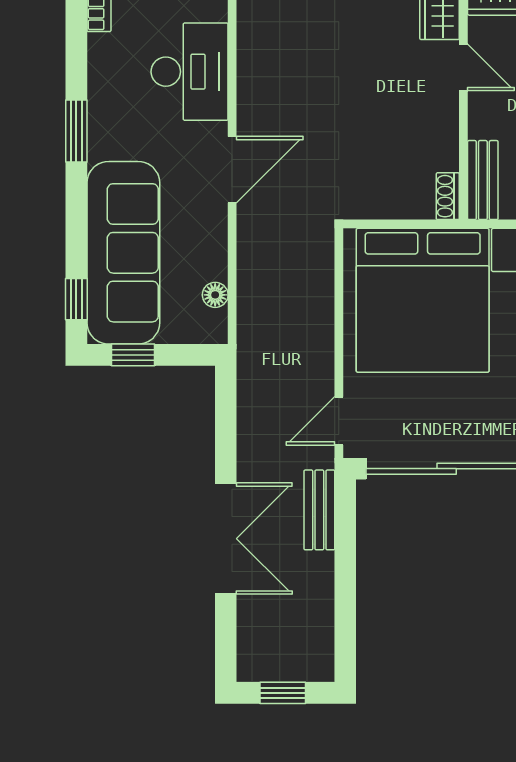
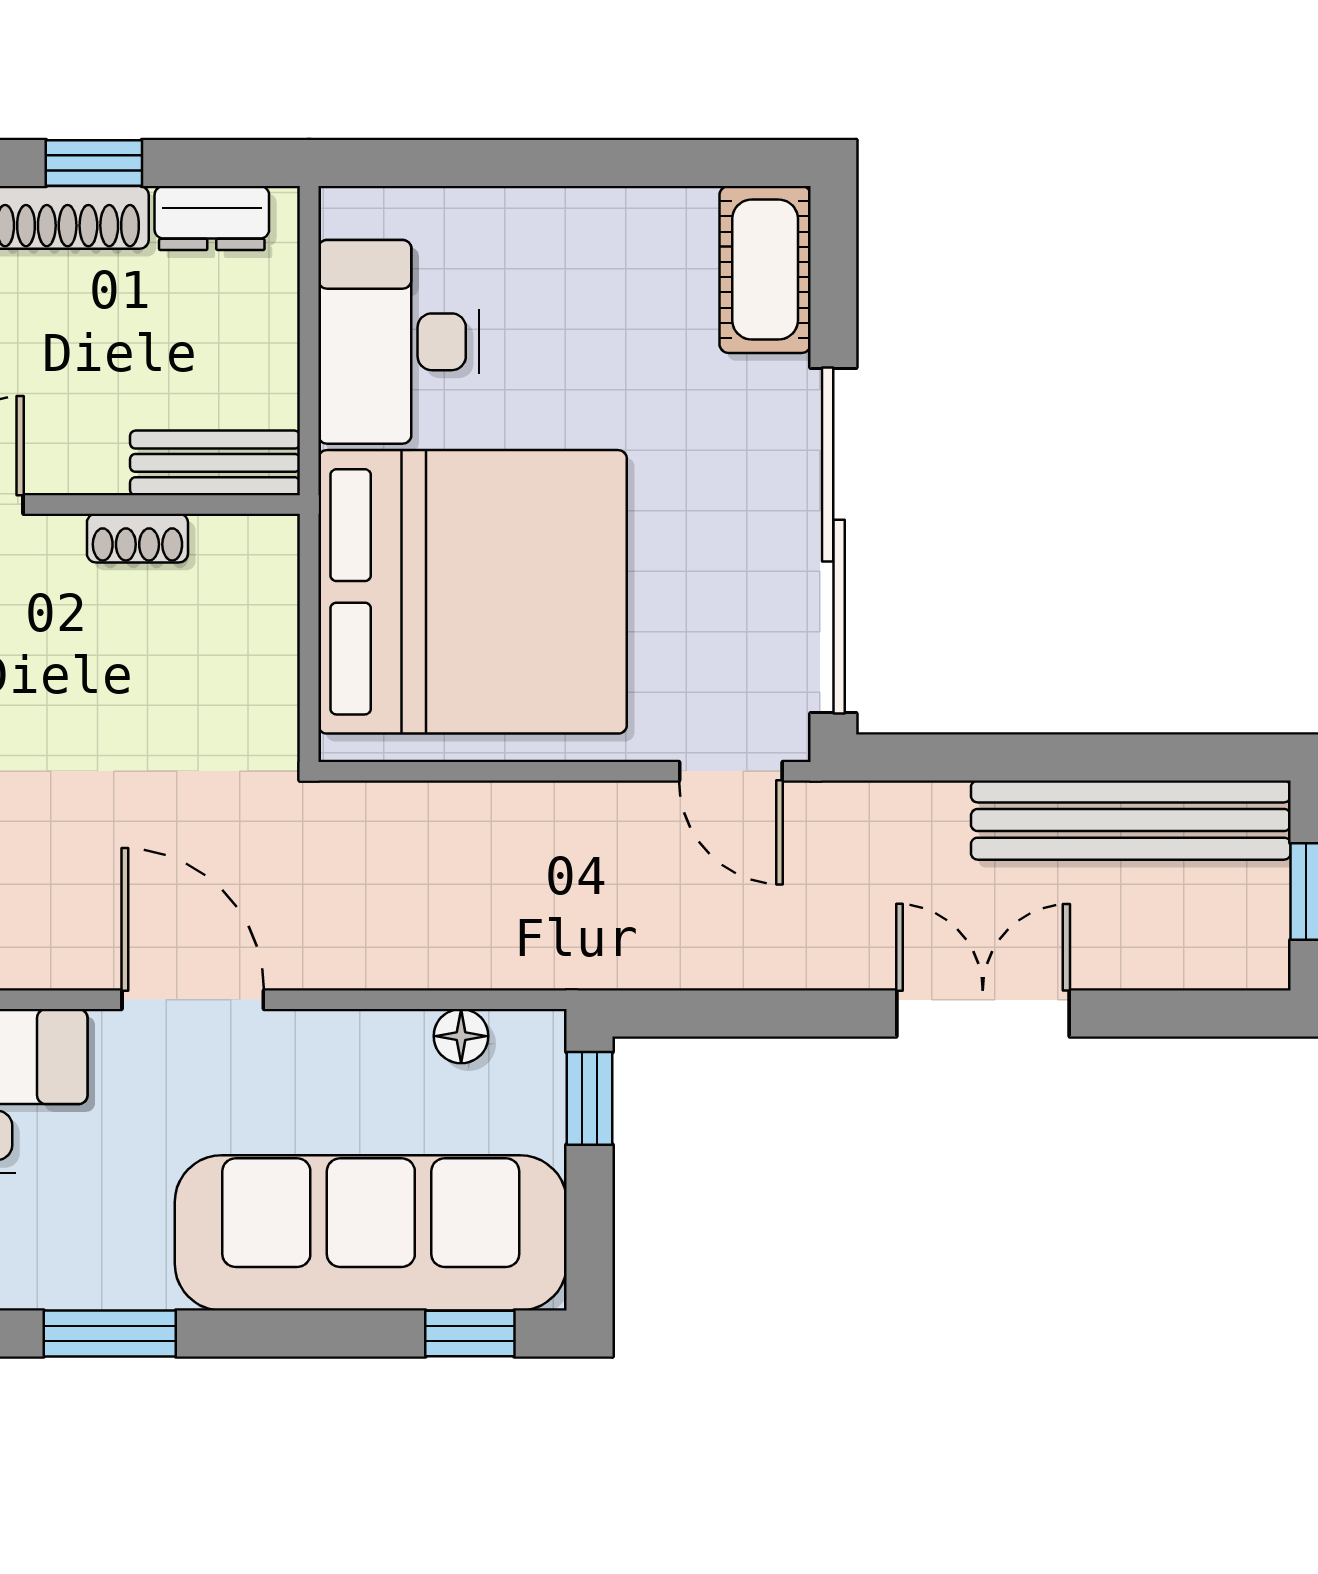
shoe rack: (448, 196) -> (137, 538), moved
window: (133, 355) -> (590, 1098), moved
bench: (319, 510) -> (1131, 820), moved, width x1.86, depth x1.21
double door: (226, 539) -> (983, 1013), width x0.73

